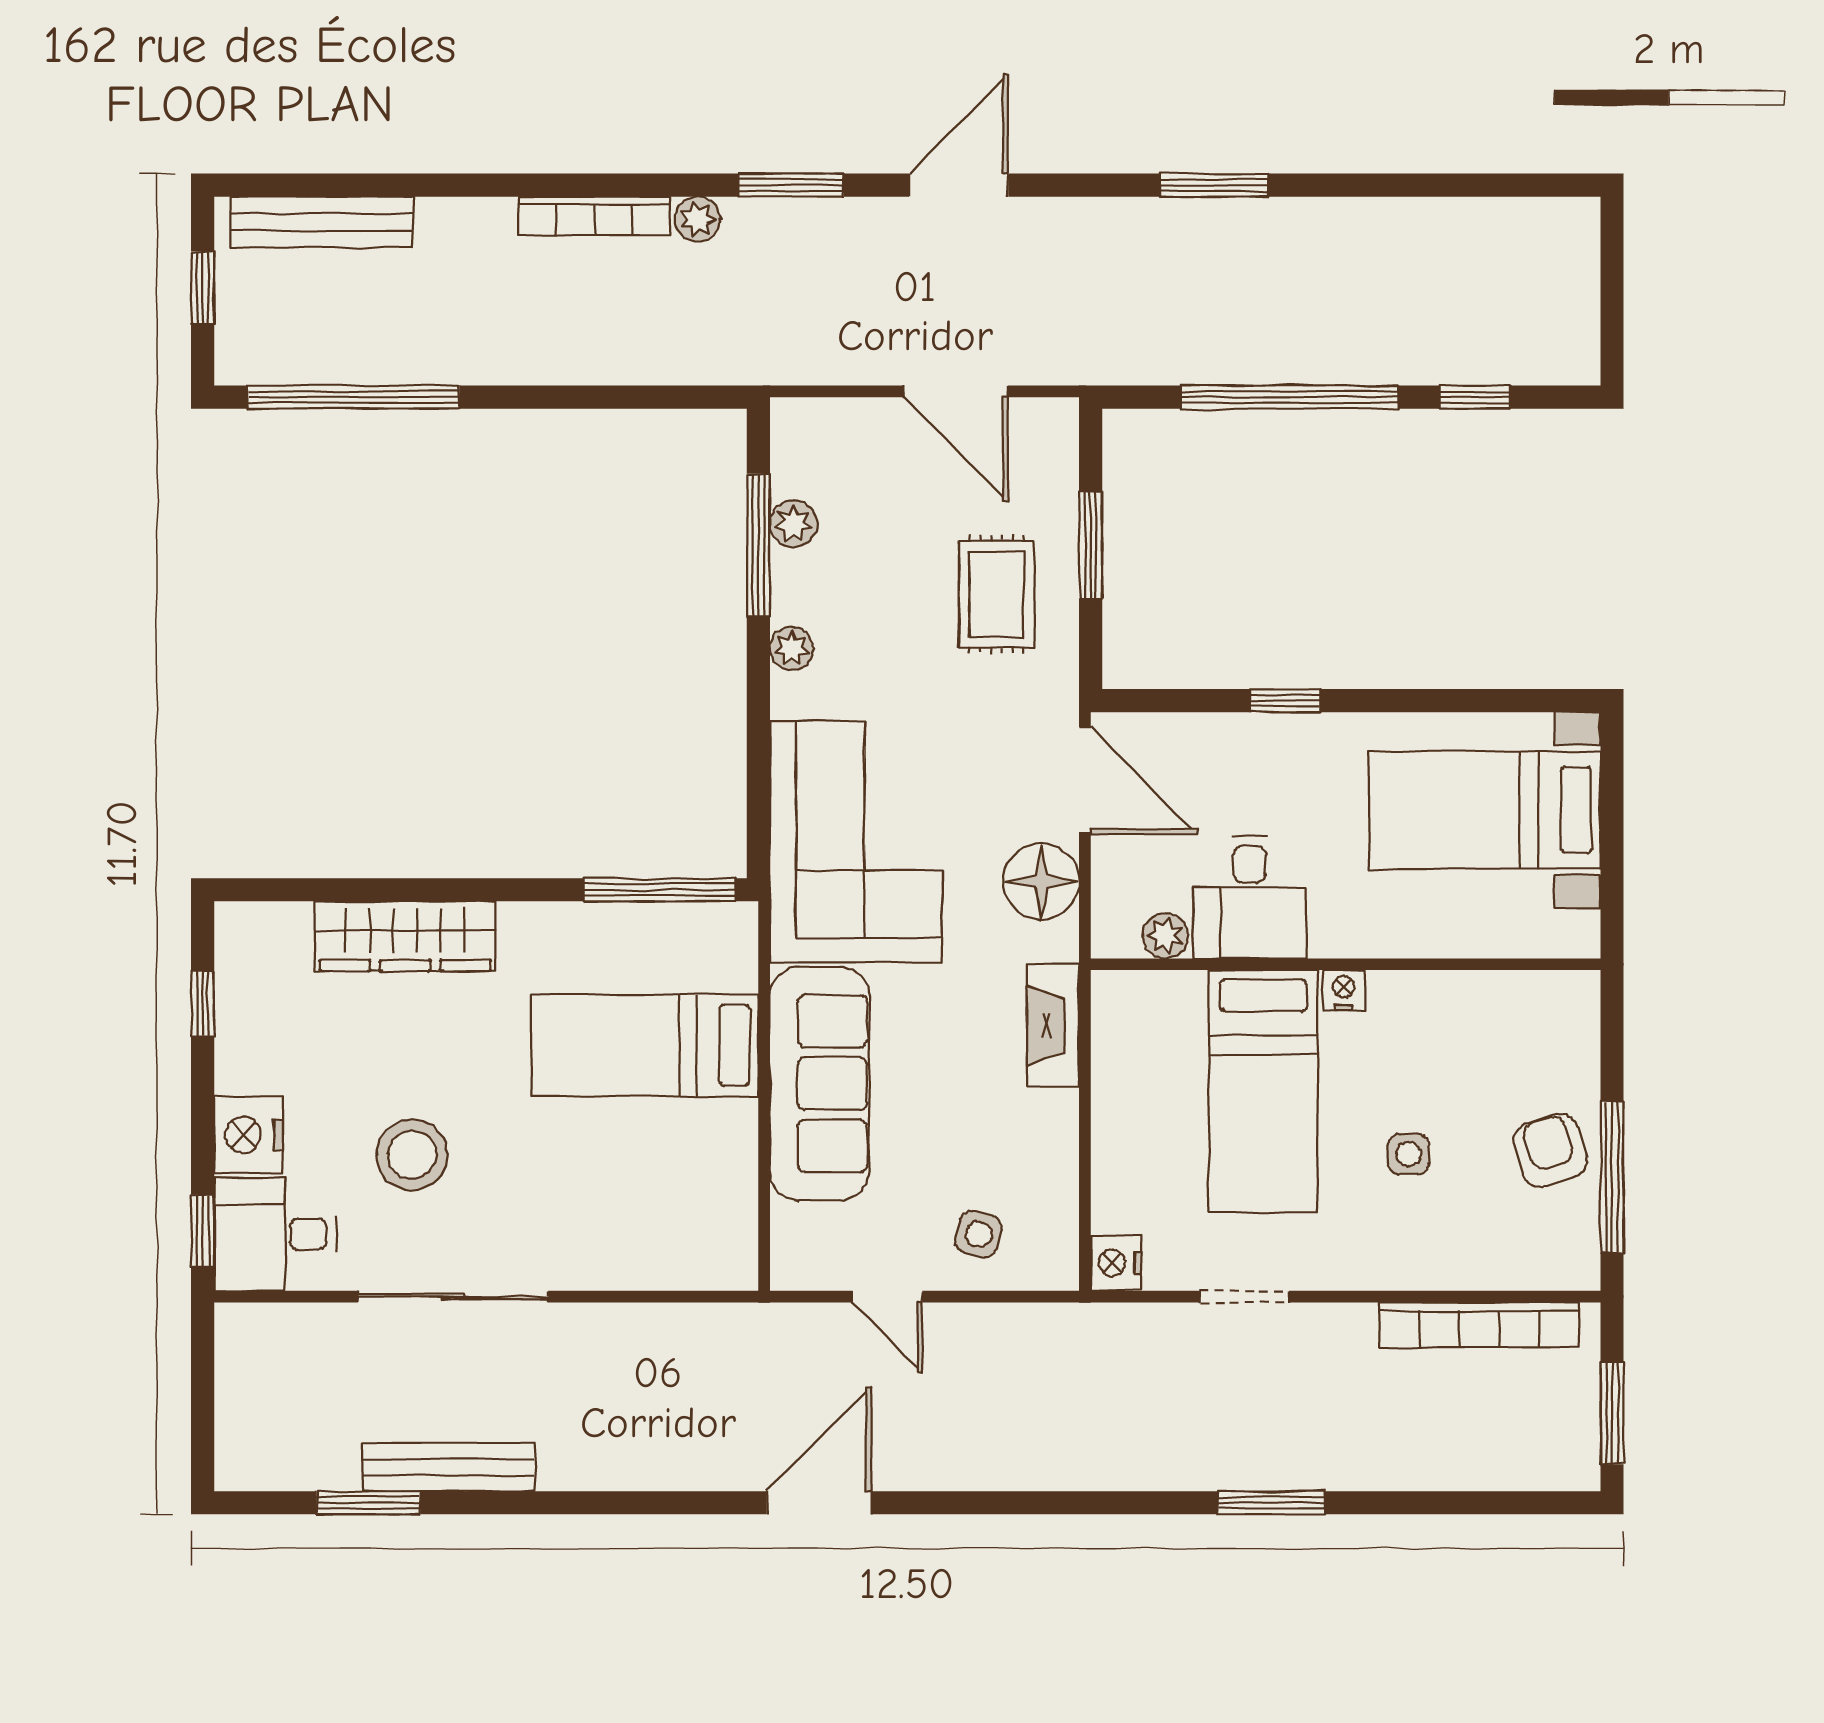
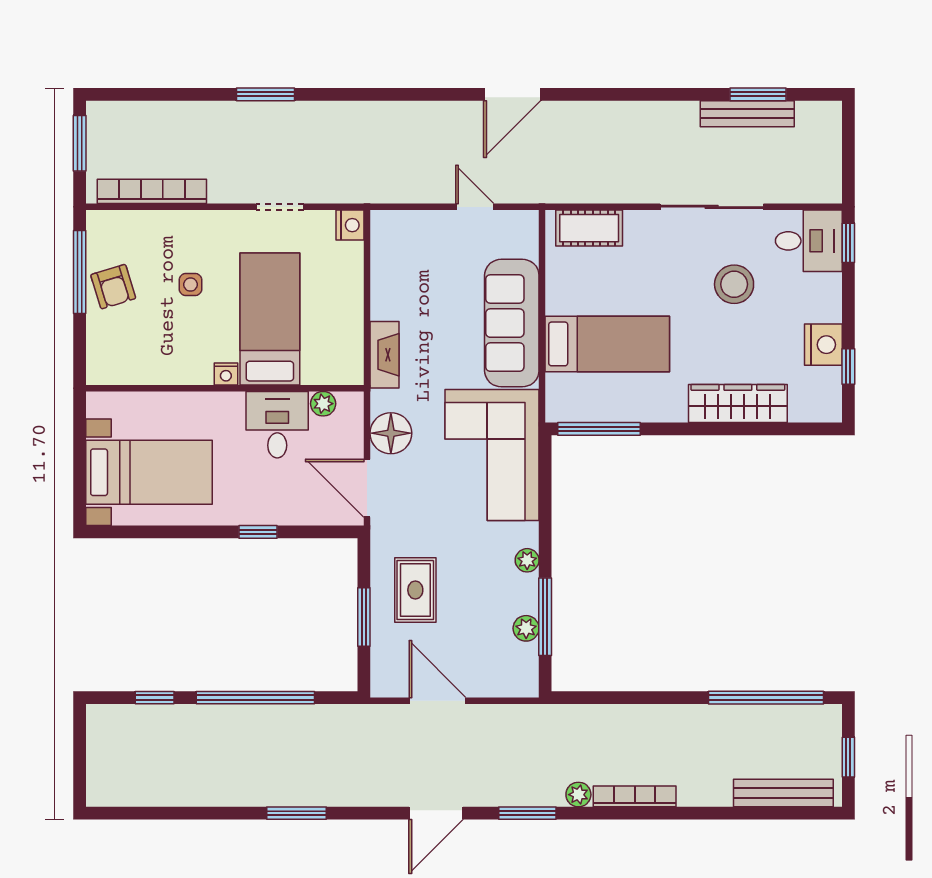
nightstand: (248, 1135) -> (823, 345), moved
side table: (979, 1234) -> (425, 241), removed
cot: (678, 1258) -> (589, 228), added
bench: (449, 1467) -> (747, 114), moved

